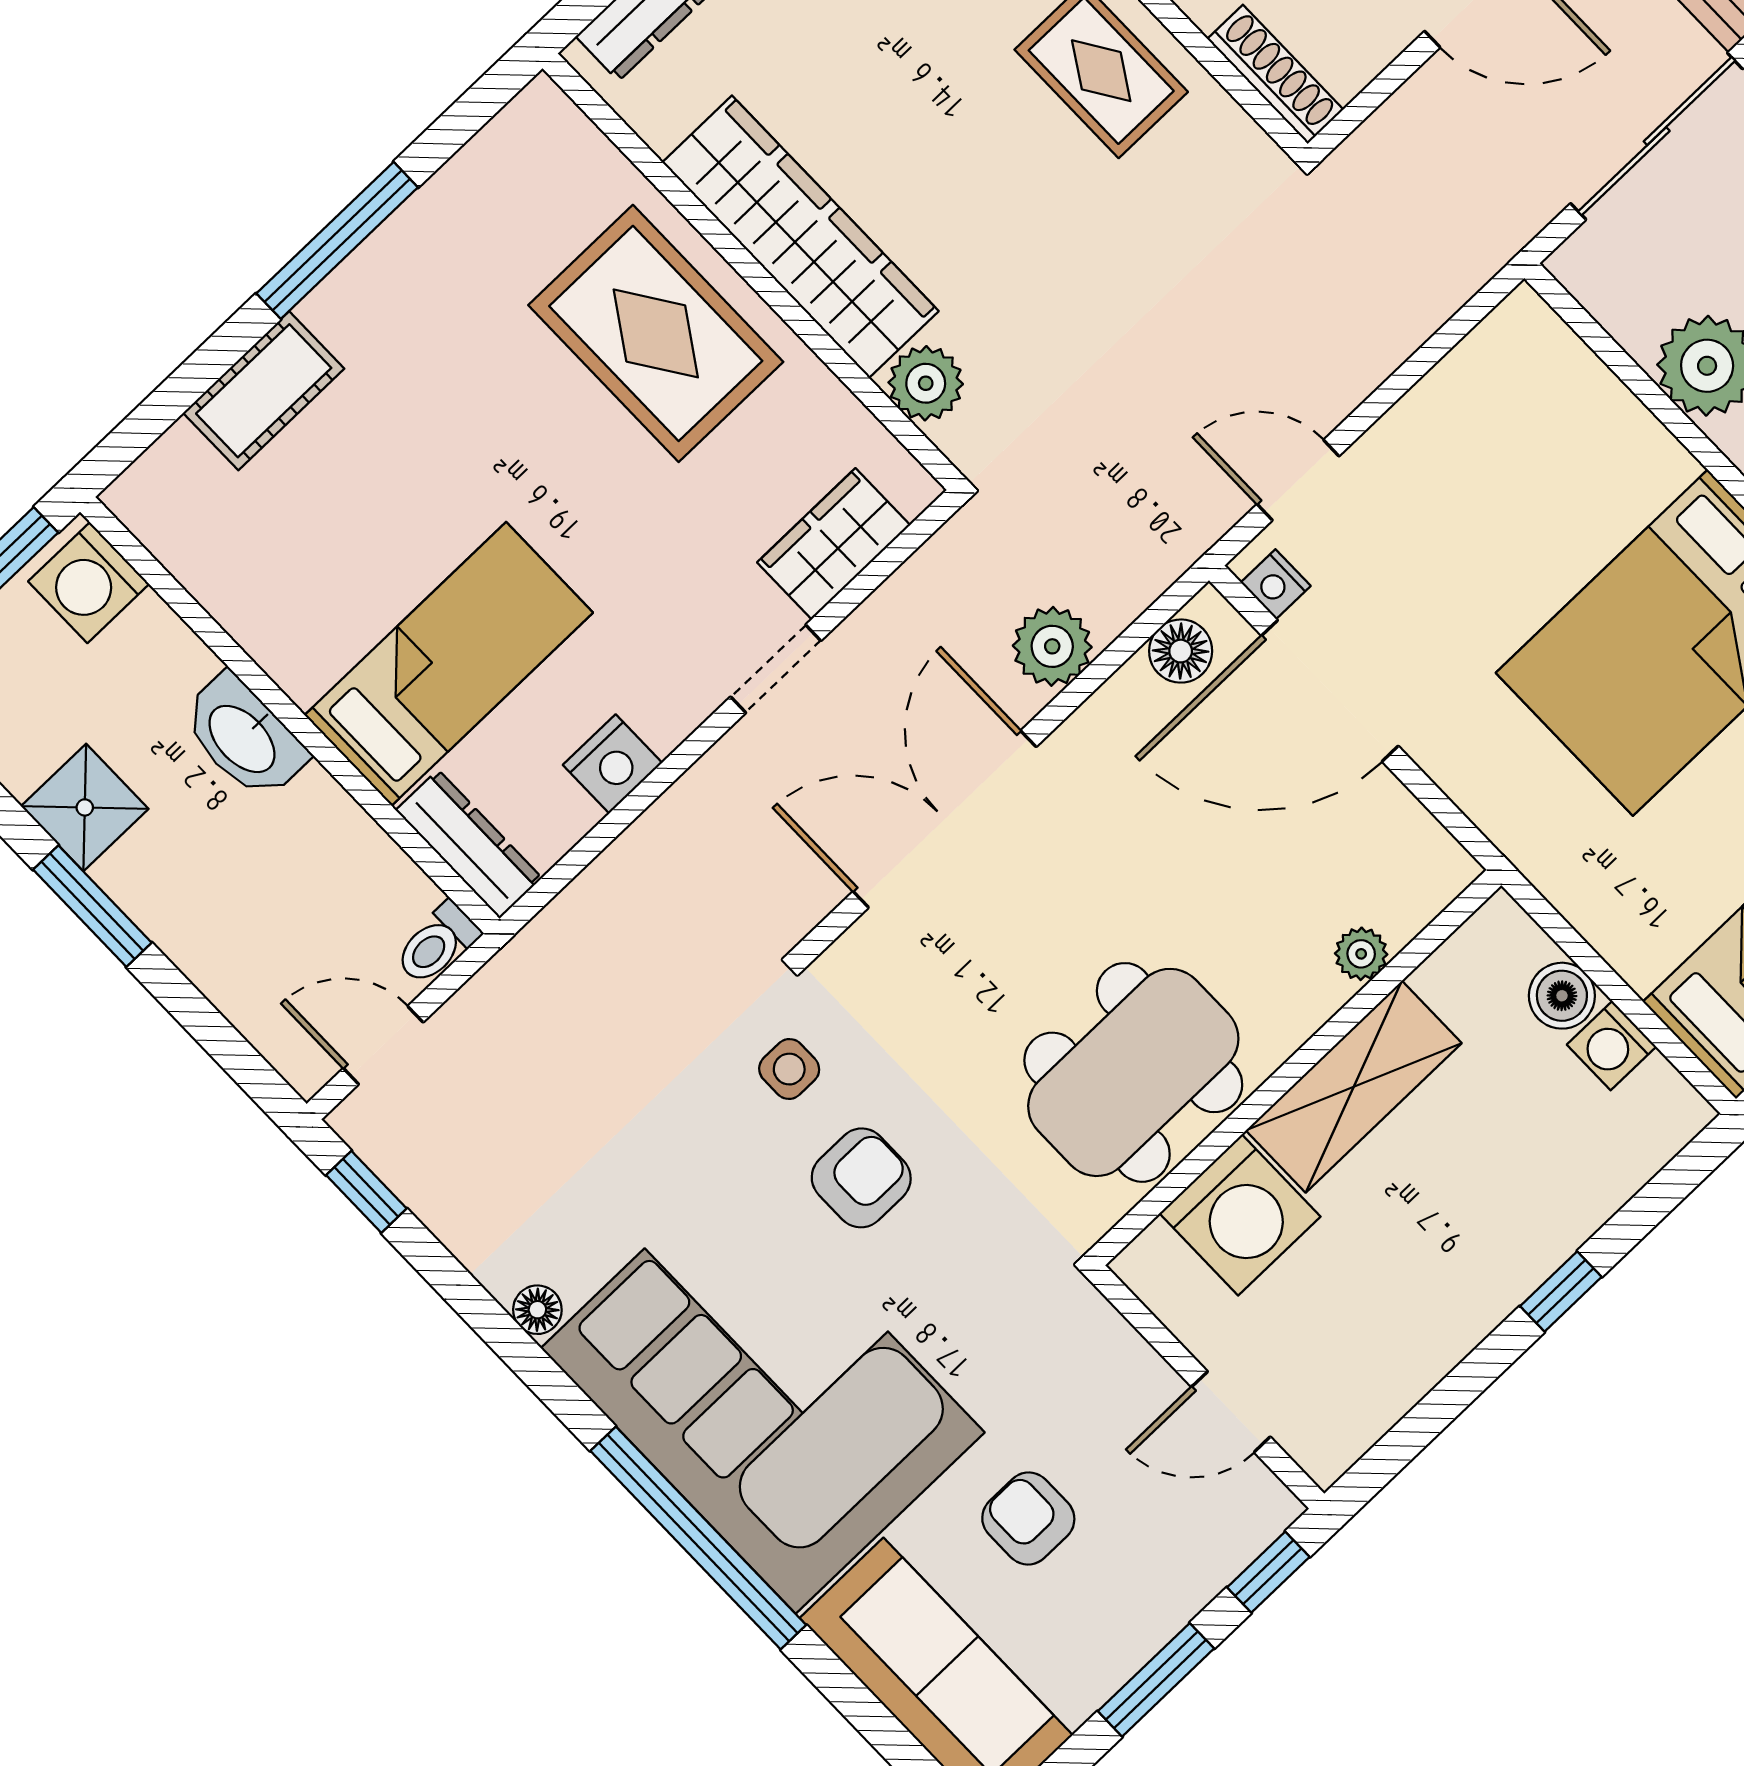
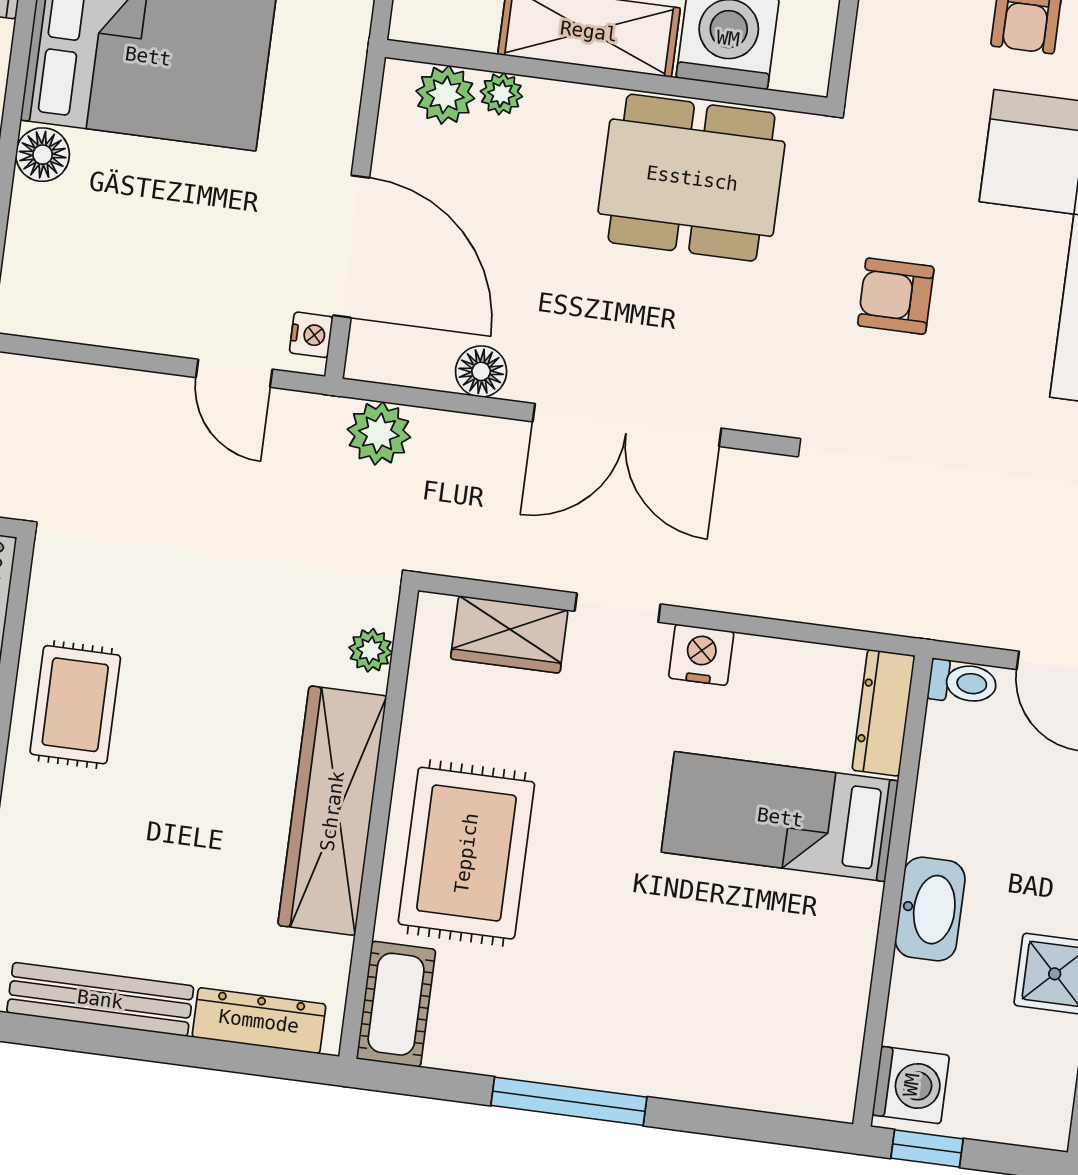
plant: (926, 383) -> (371, 650), width x0.73, depth x0.73
cot: (264, 391) -> (396, 1004), moved, turned 90
floor lamp: (1657, 464) -> (43, 155), added
plant: (1052, 646) -> (379, 433), moved
floor lamp: (1181, 651) -> (481, 371), moved
nightstand: (613, 764) -> (701, 655), moved
plant: (1404, 899) -> (445, 95), added
side table: (789, 1069) -> (863, 397), removed

